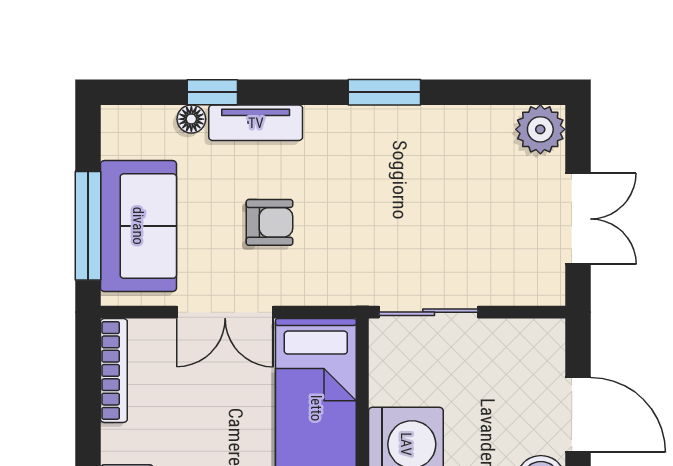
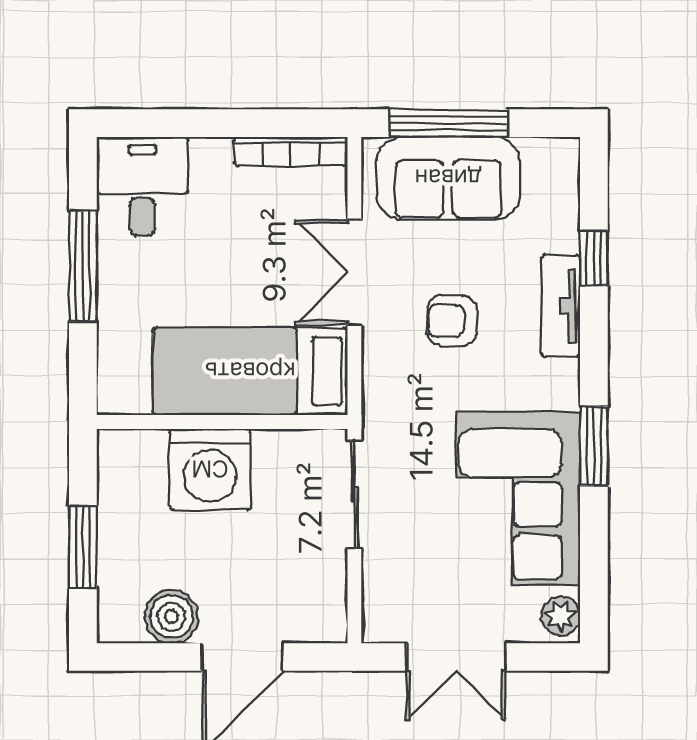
floor lamp: (191, 119) -> (565, 236), removed
plant: (540, 129) -> (561, 616), width x0.73, depth x0.73
corner sofa: (433, 162) -> (518, 499), added
armchair: (270, 222) -> (452, 321), turned 90

